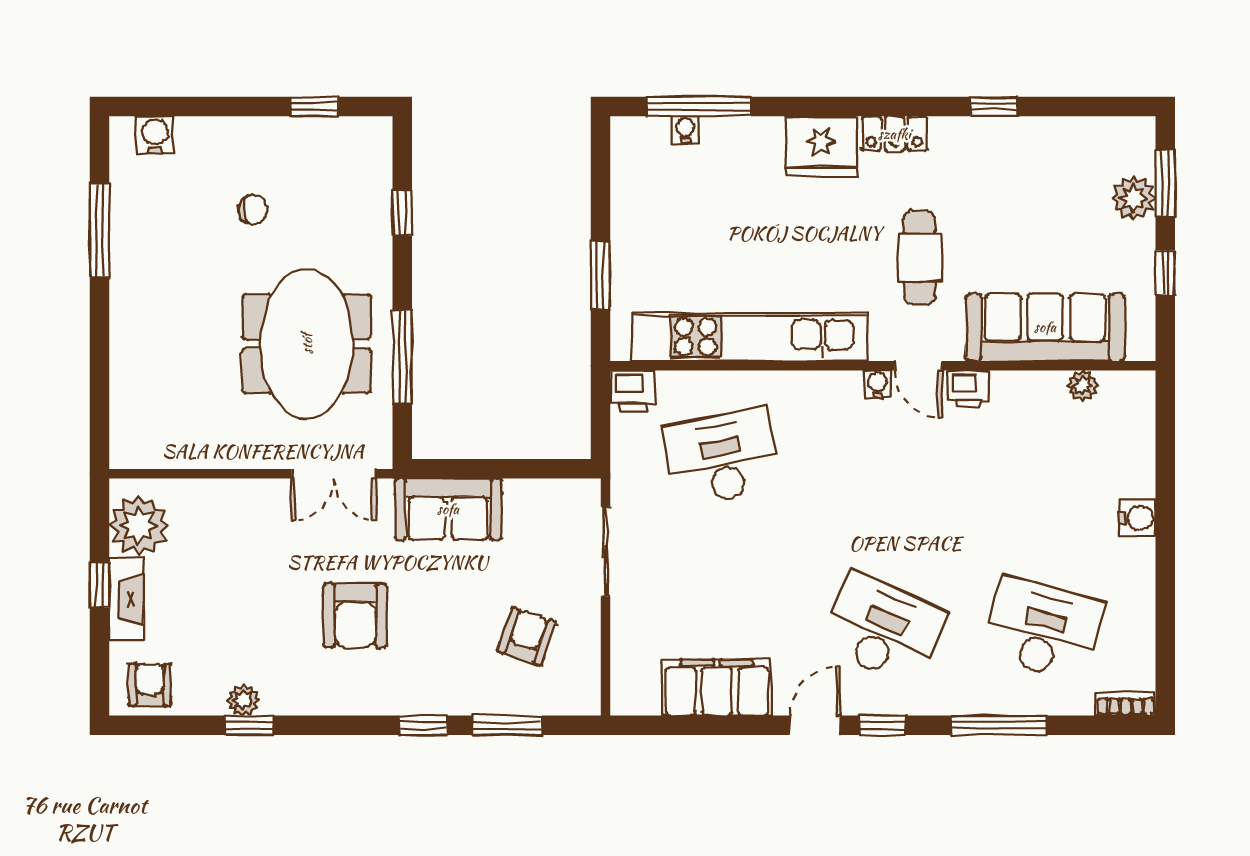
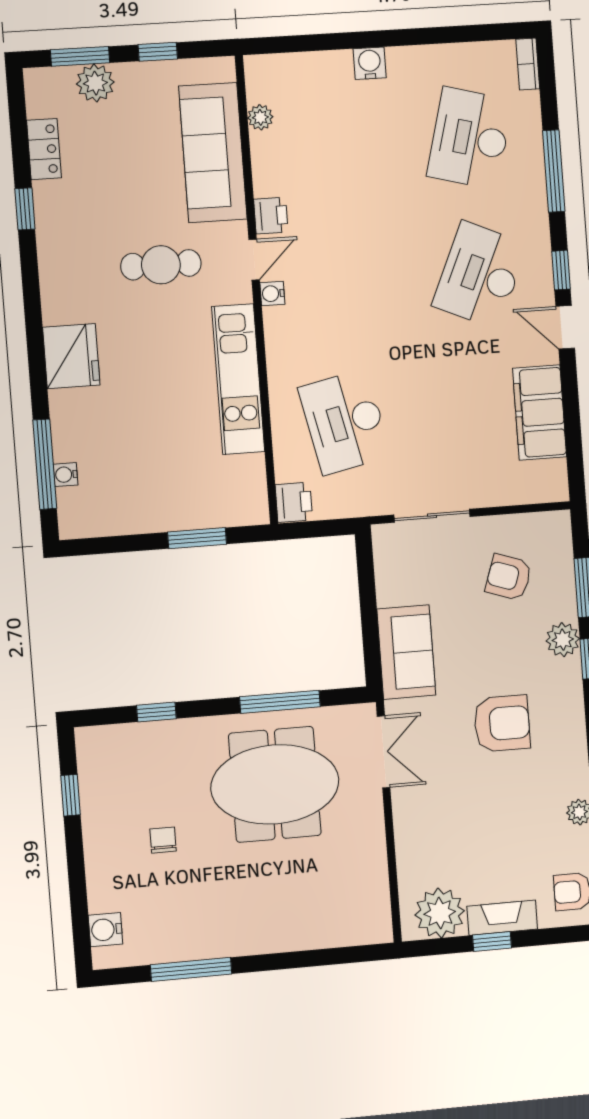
locker: (894, 134) -> (44, 149), moved
kitchen unit: (750, 337) -> (238, 379), width x0.73
plant: (448, 695) -> (563, 640), added

